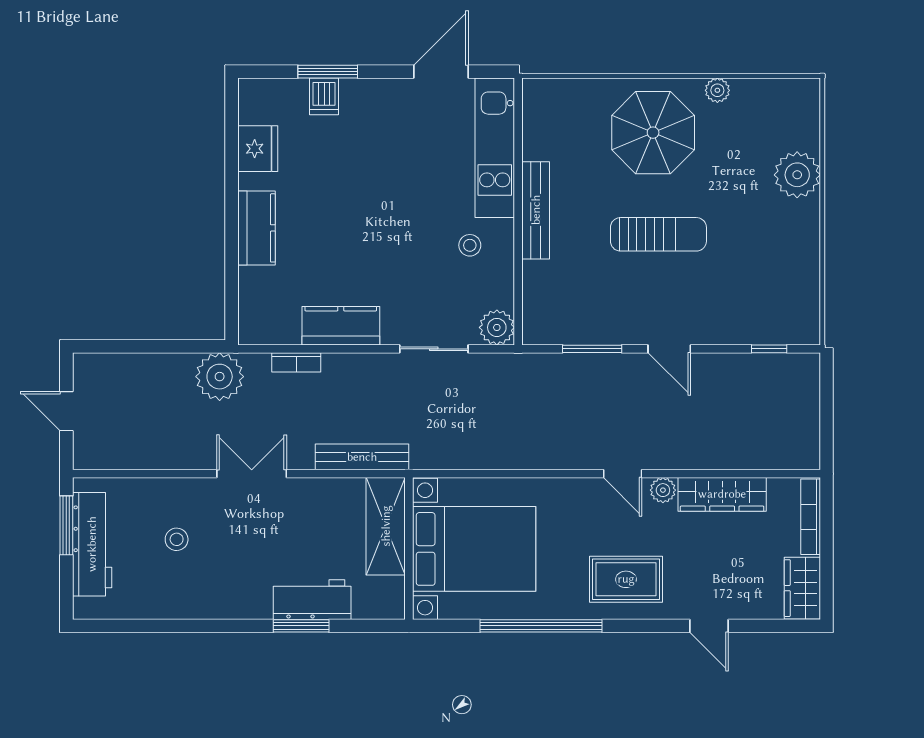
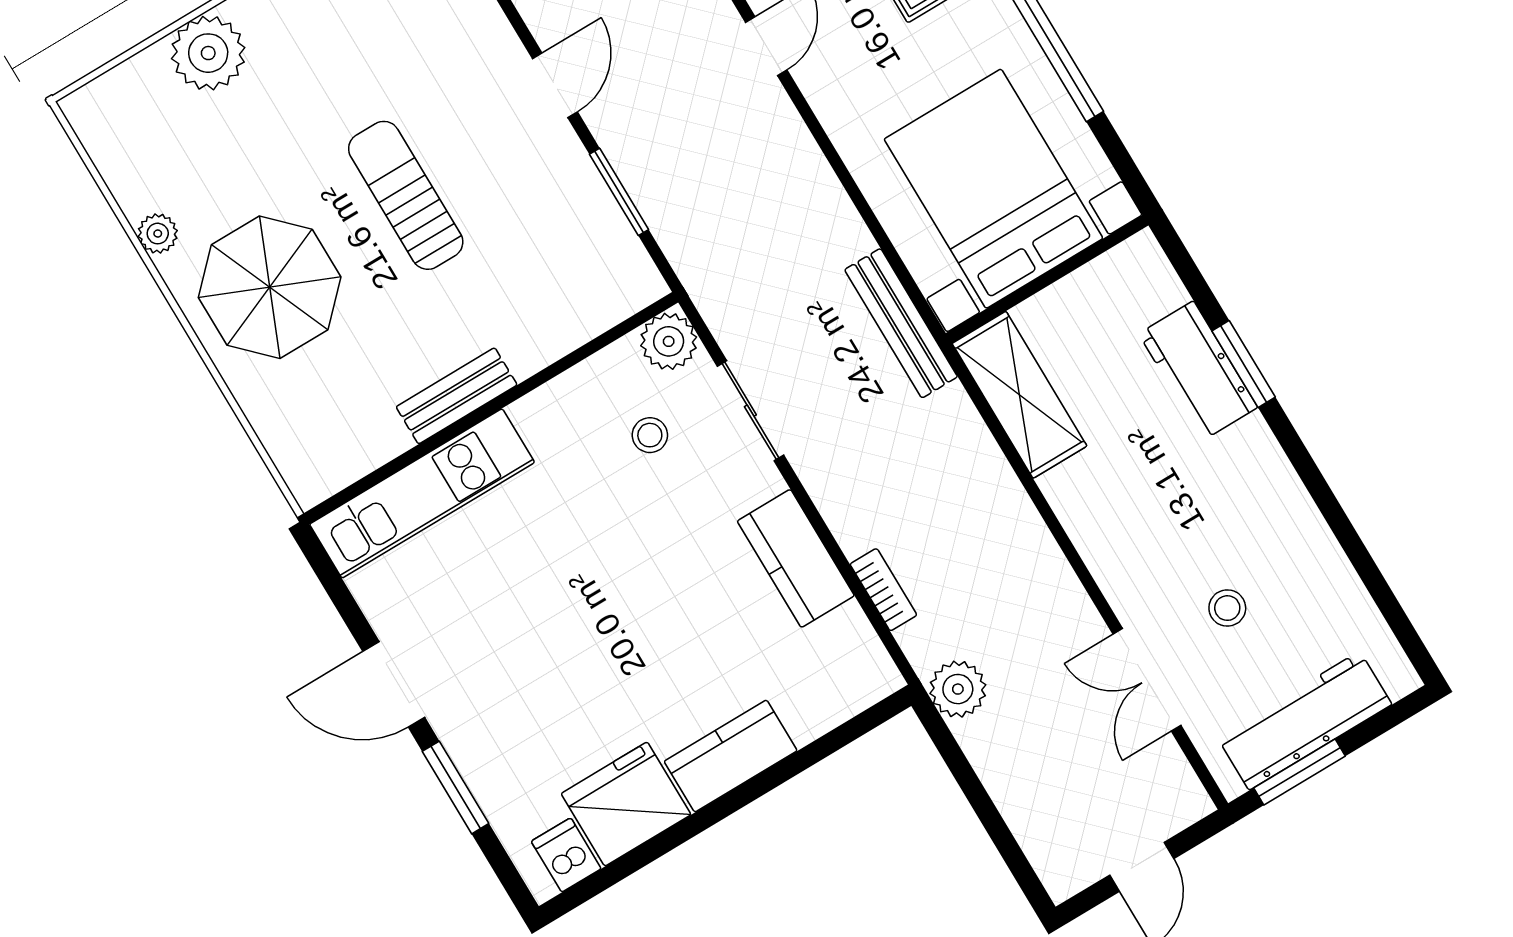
door: (441, 72) -> (394, 684), moved
dishwasher: (324, 96) -> (566, 855), moved, turned -90
fridge: (258, 149) -> (626, 804), width x1.36, depth x1.34
bench: (536, 210) -> (457, 396), width x0.73
stool: (470, 245) -> (650, 435), moved
plant: (220, 377) -> (958, 689), width x0.73, depth x0.73
bench: (362, 457) -> (901, 323), moved
double door: (252, 474) -> (1147, 680), moved
shelving: (386, 526) -> (1019, 395), moved, turned 90

